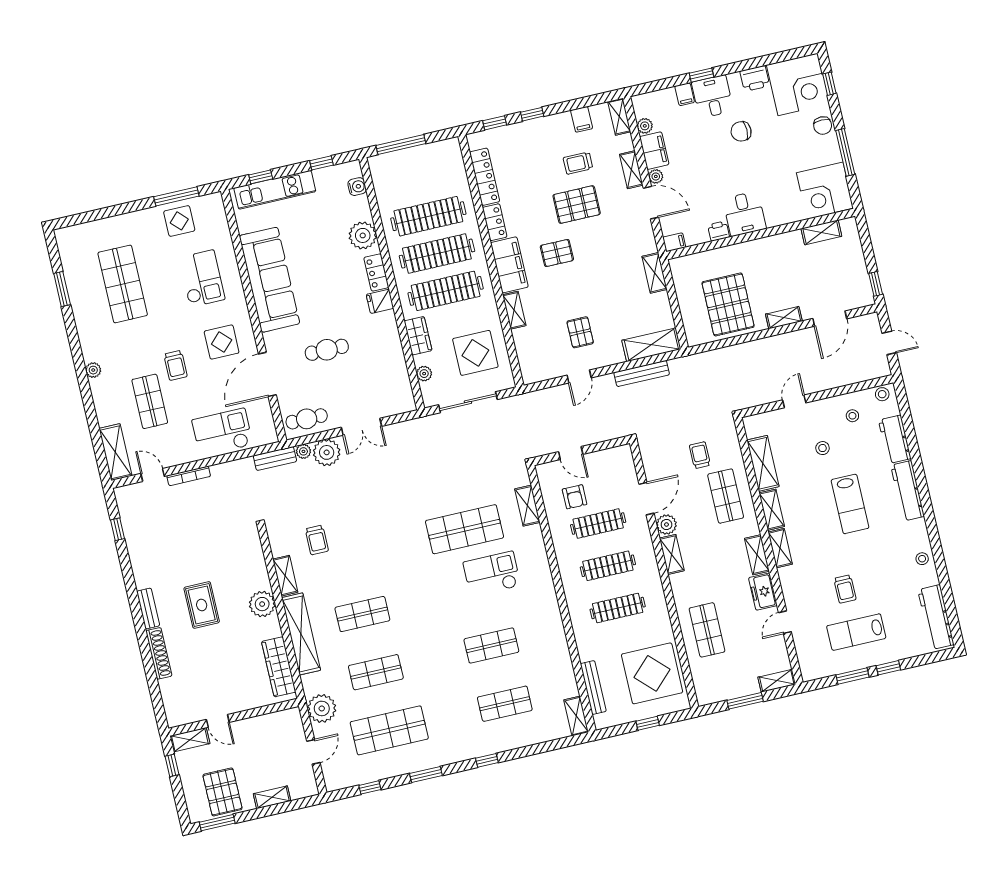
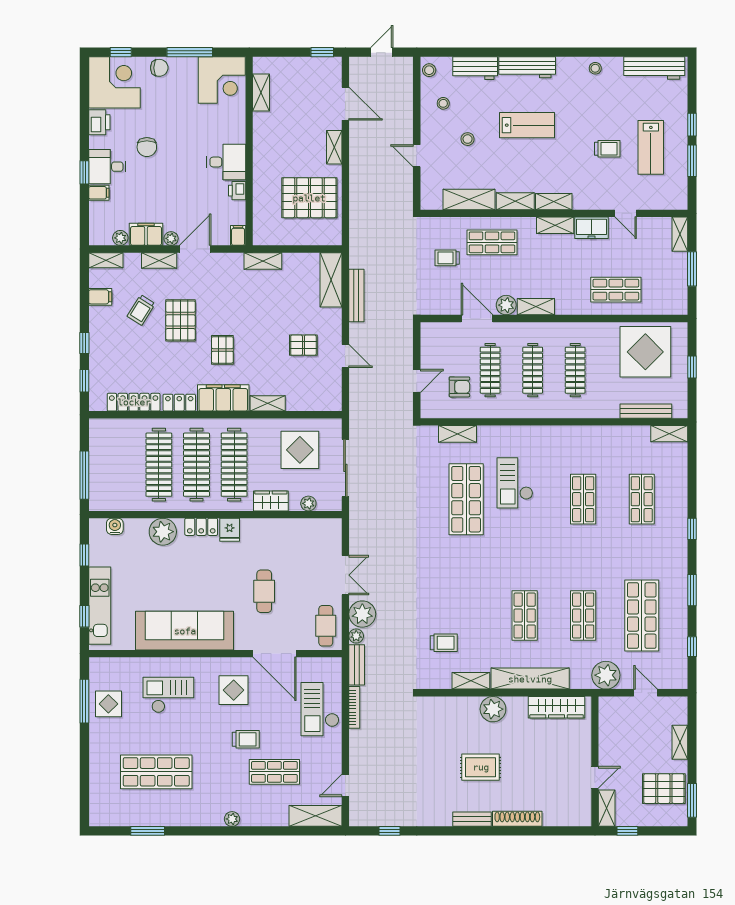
trolley: (578, 163) -> (141, 310), turned 32
bookcase: (189, 476) -> (354, 707), moved

